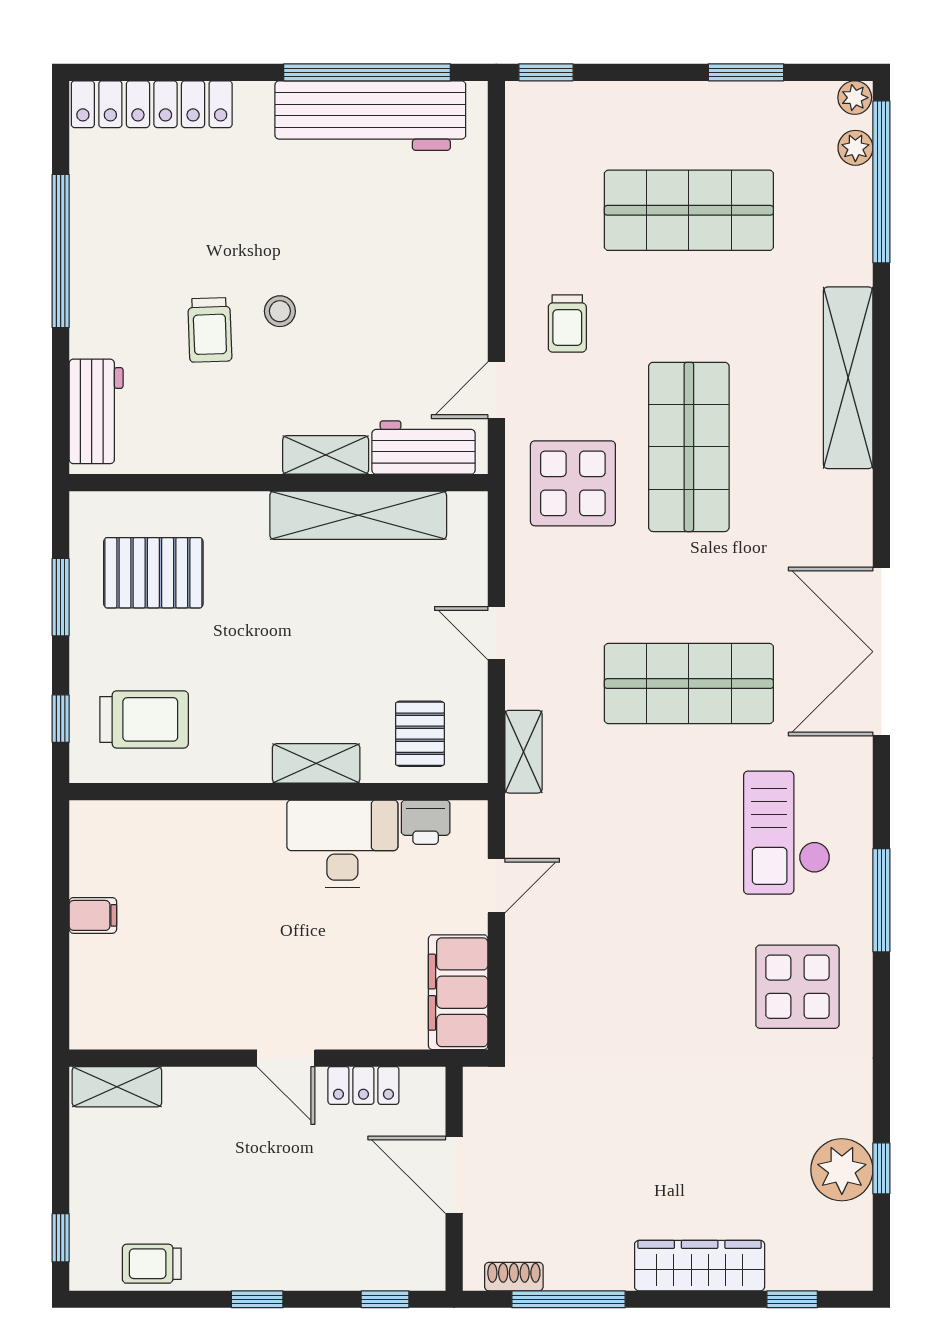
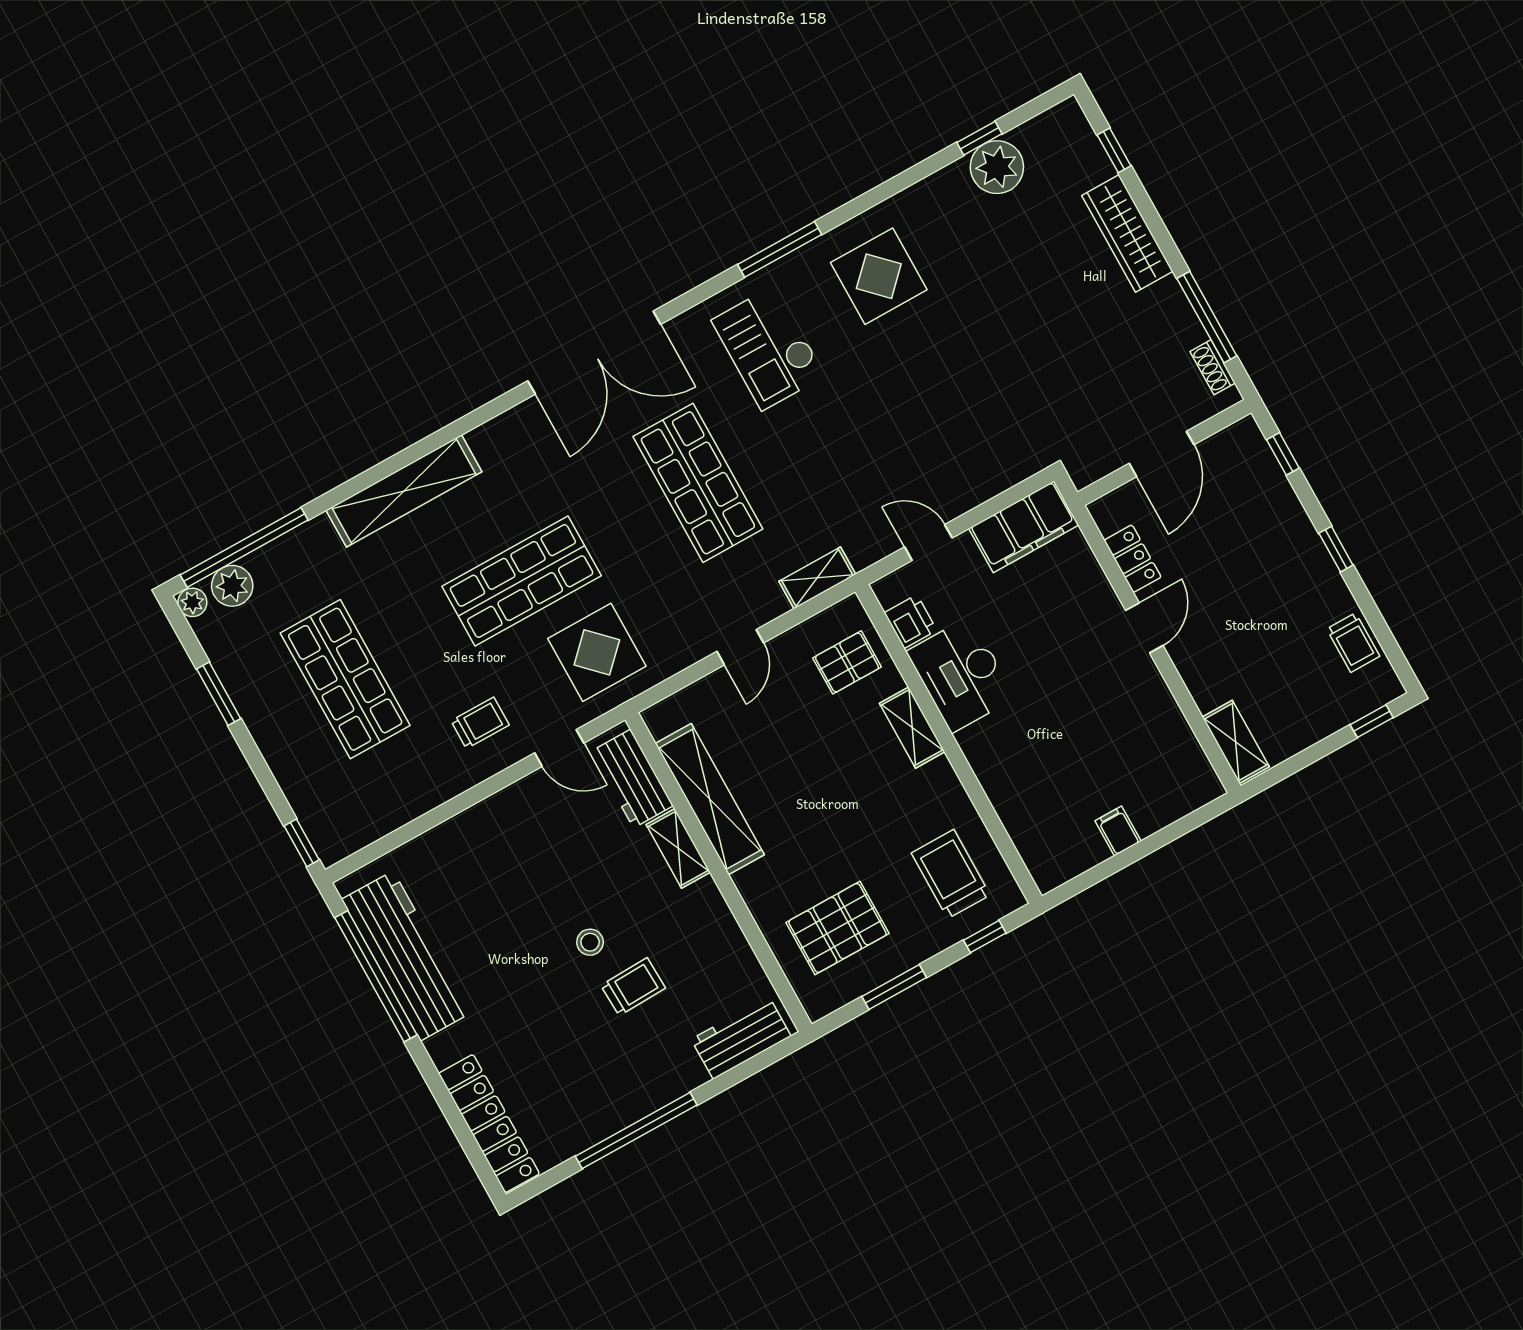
plant: (855, 148) -> (232, 586), width x1.38, depth x1.38
pallet: (153, 573) -> (838, 928), turned 90
checkout: (787, 833) -> (768, 348), turned 90

